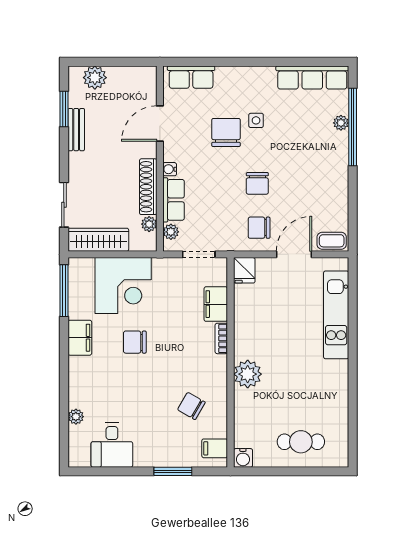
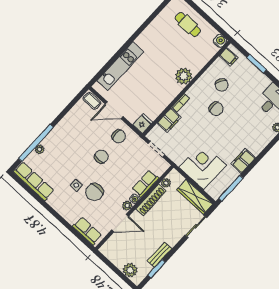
plant: (171, 232) -> (127, 206), moved
chair: (135, 342) -> (216, 109), moved

